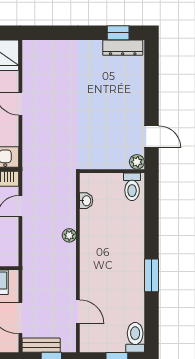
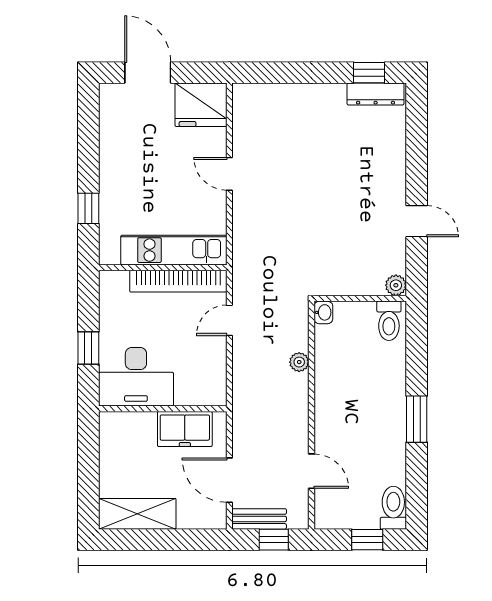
plant: (137, 162) -> (396, 285), moved
wall: (112, 171) -> (360, 298), moved
toilet: (132, 187) -> (389, 321), moved

